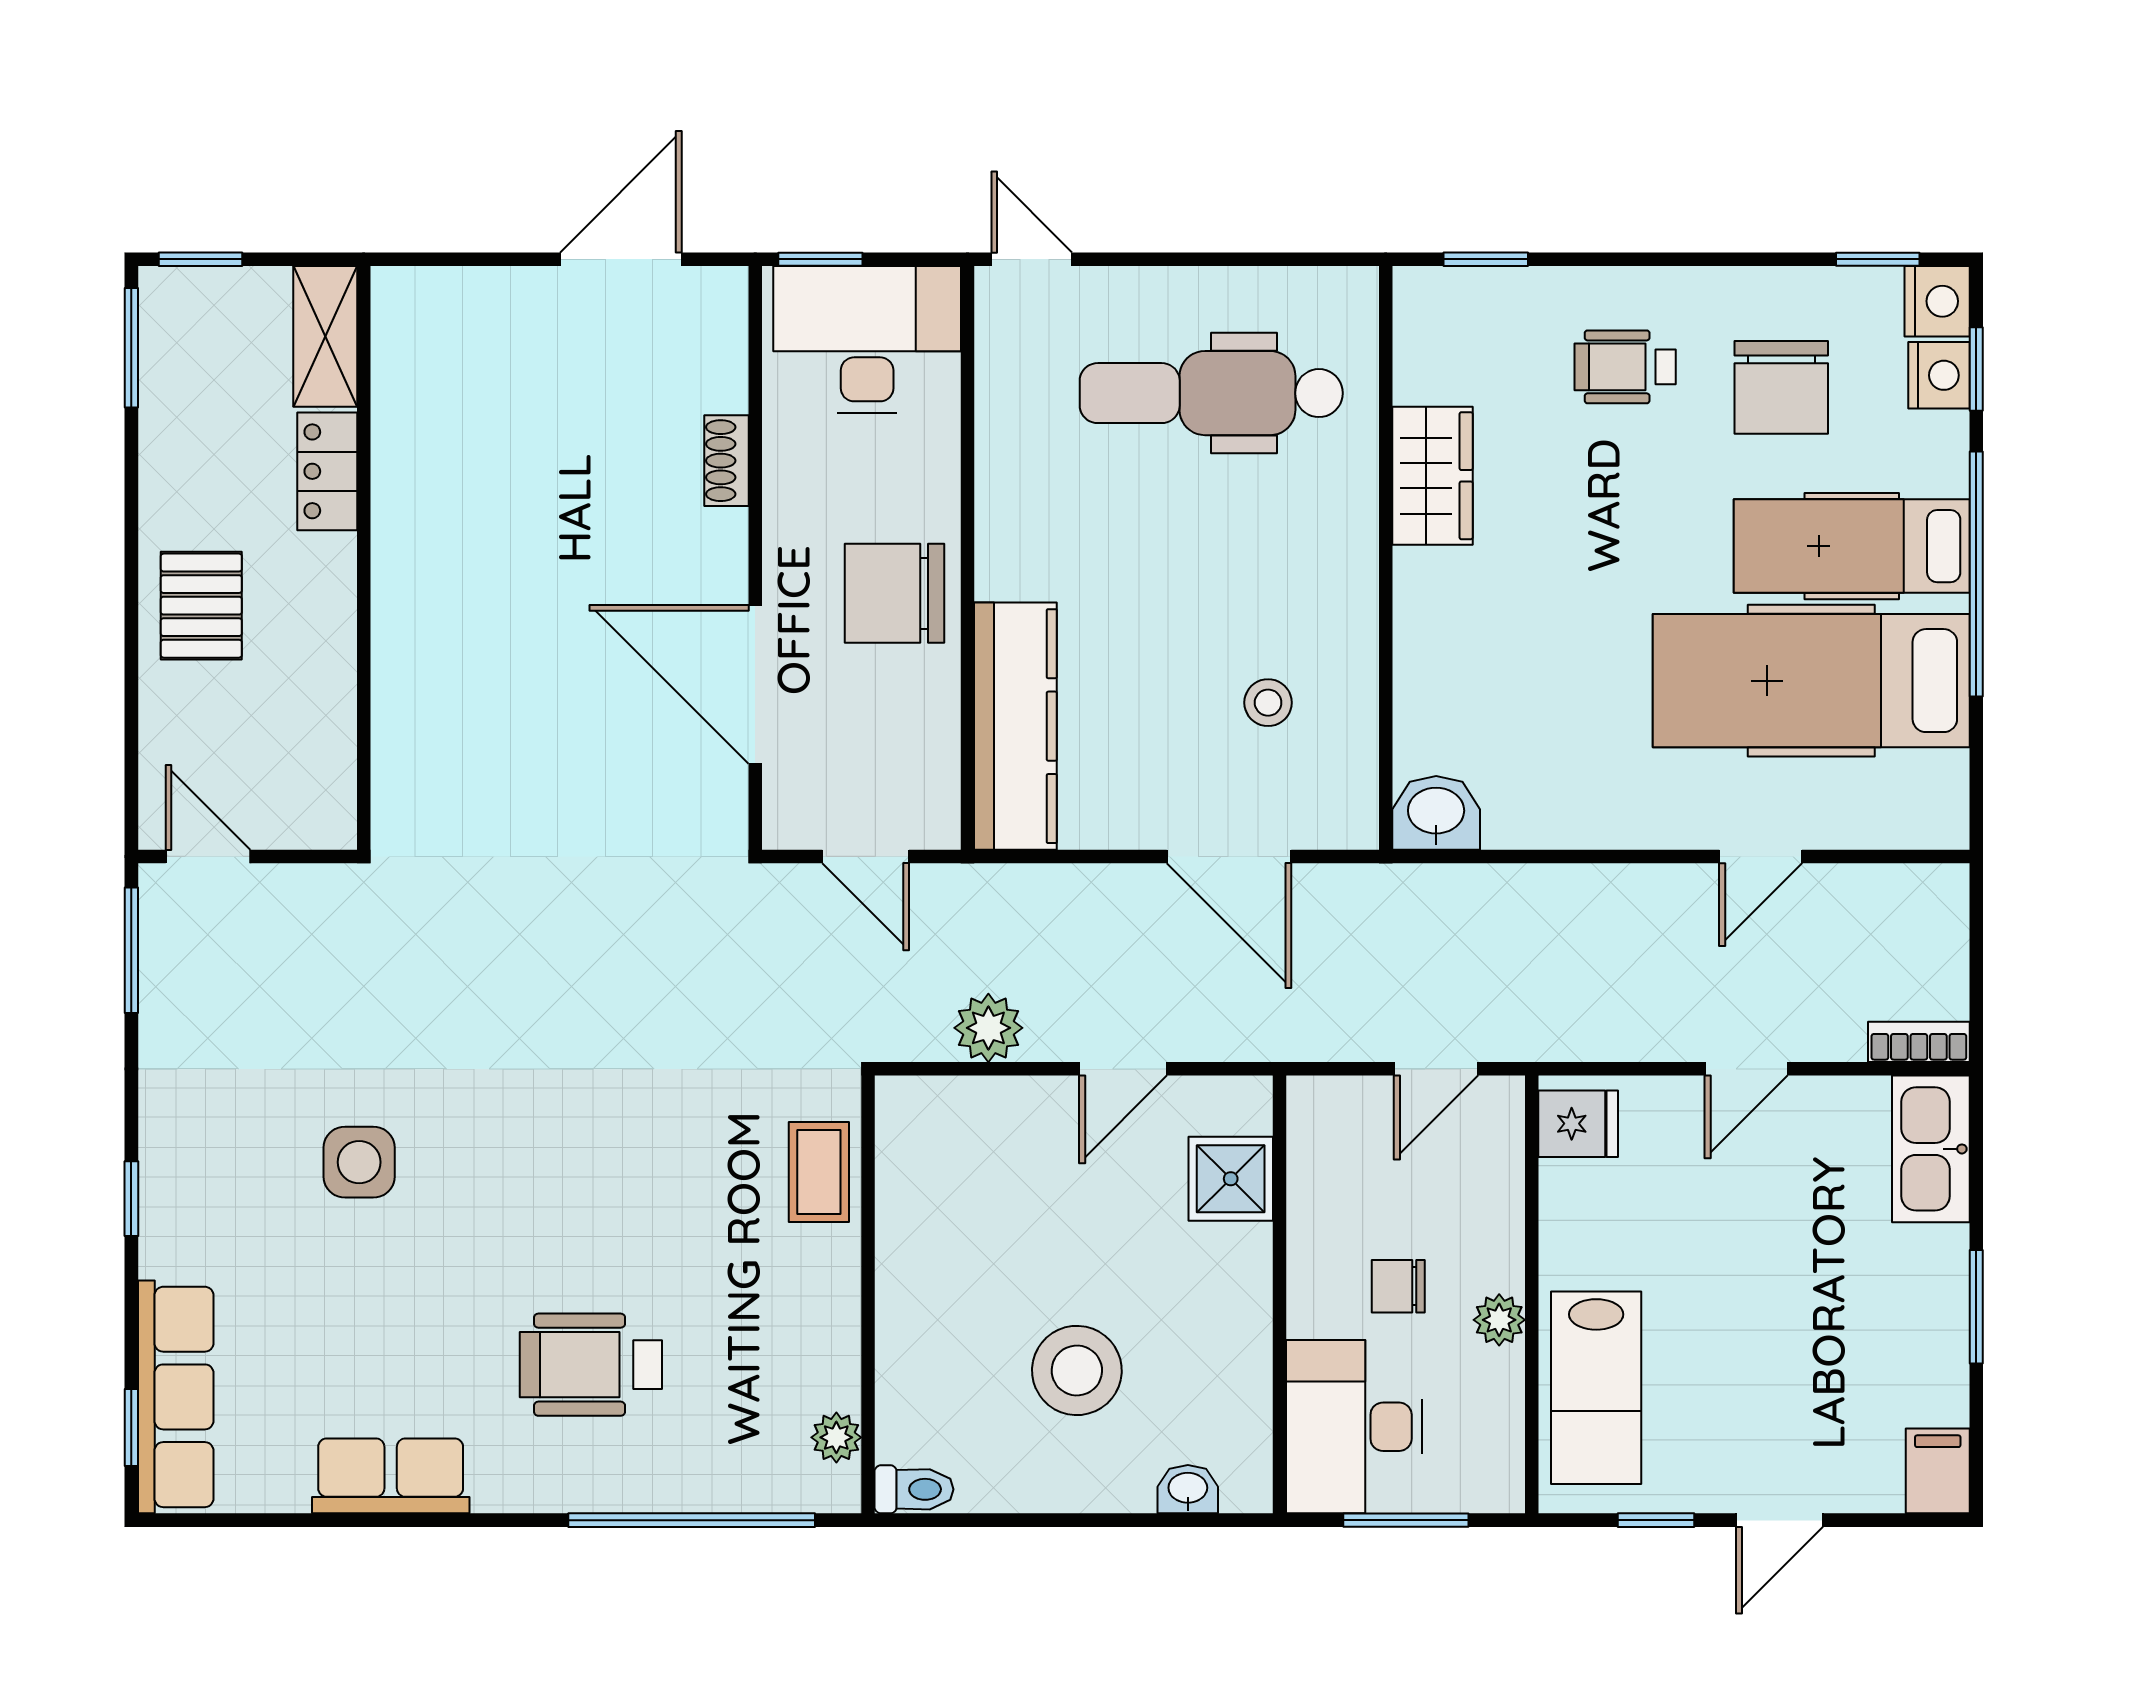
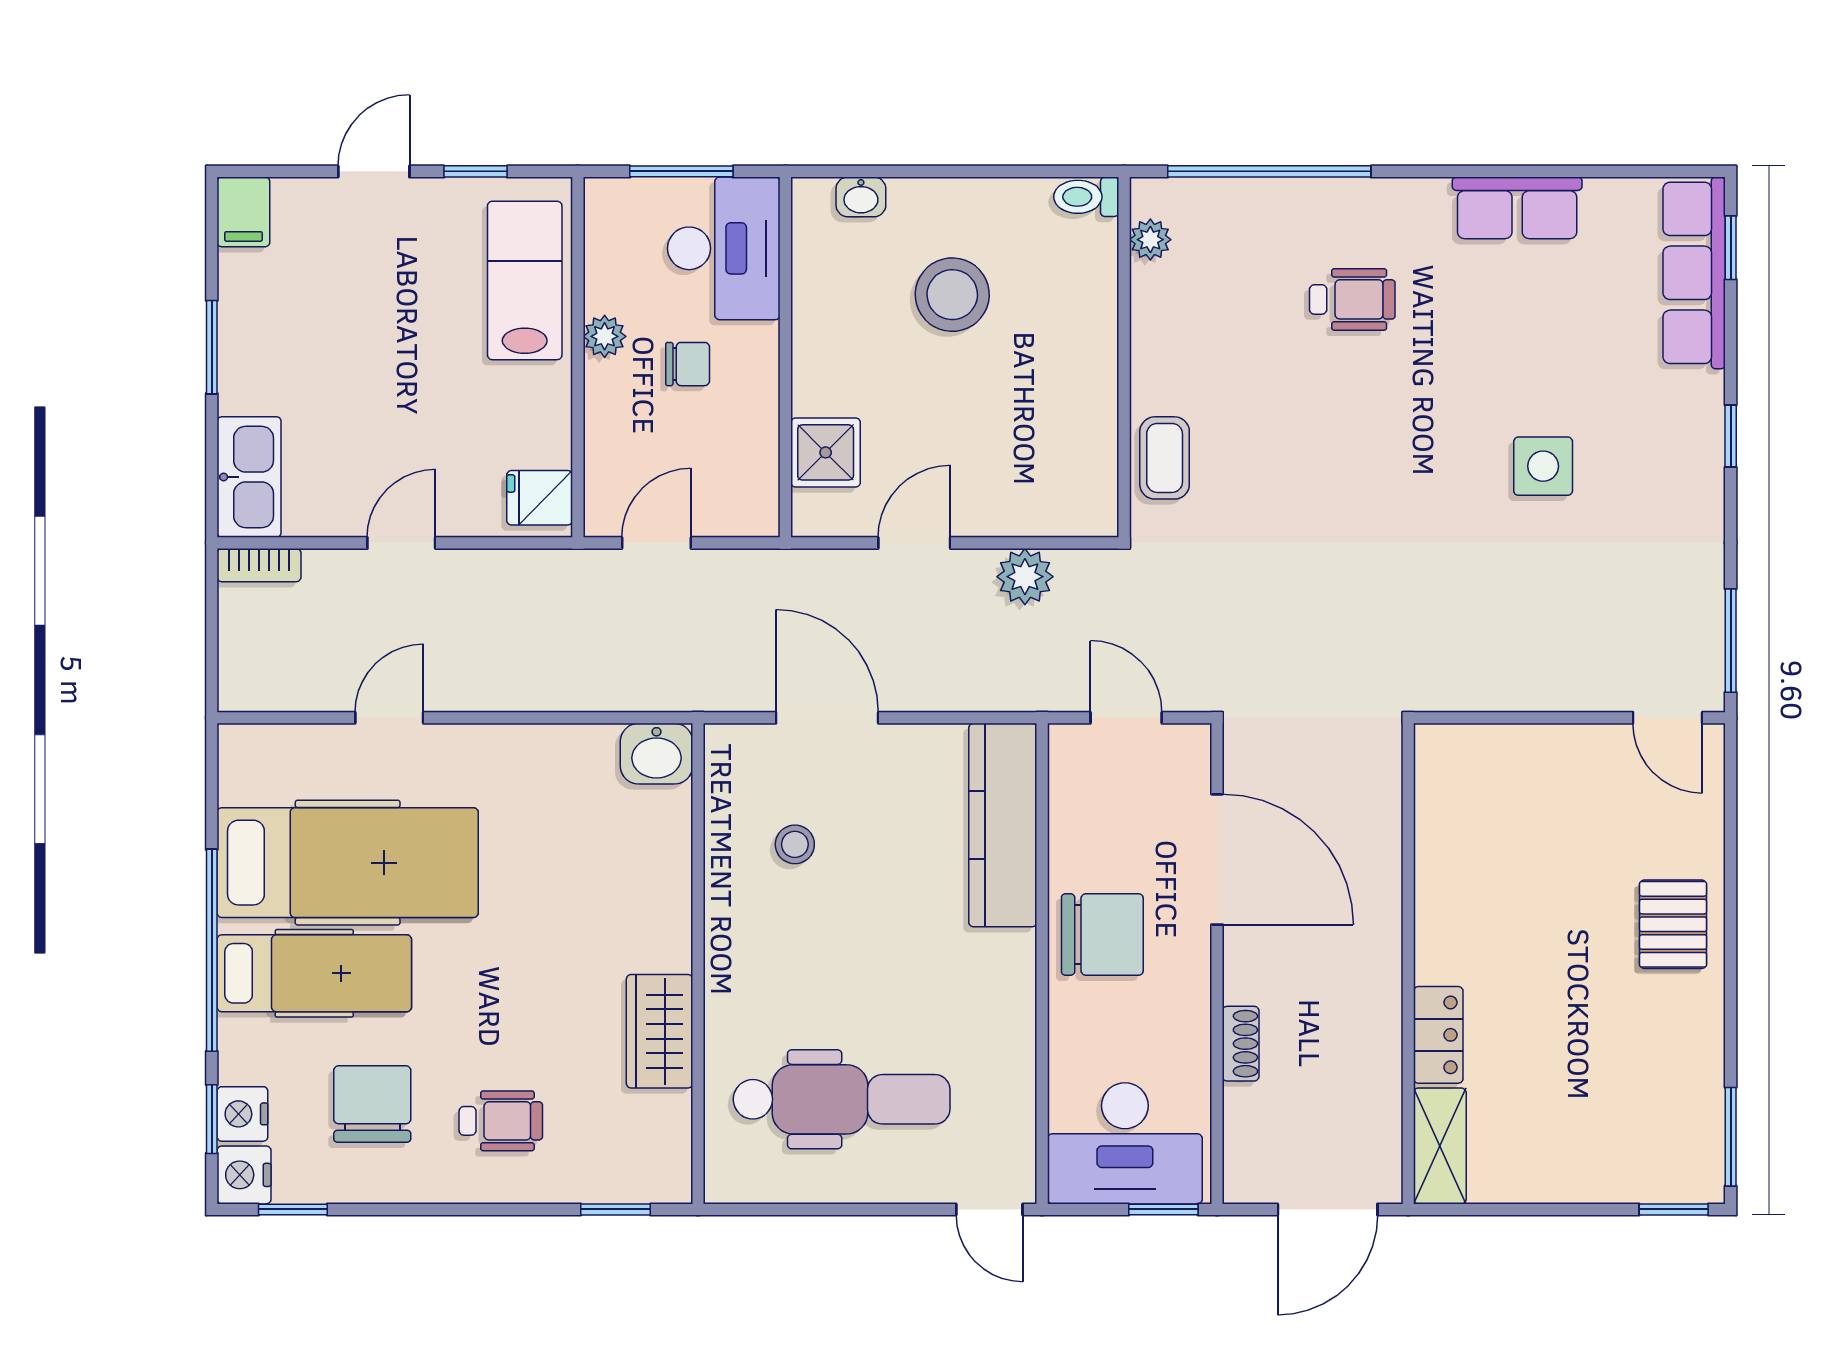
shelving: (325, 336) -> (1440, 1146), moved
locker: (327, 471) -> (1438, 1035), moved
wall: (364, 558) -> (1408, 964), moved
wheelchair: (591, 1365) -> (1352, 299), width x0.73, depth x0.73

